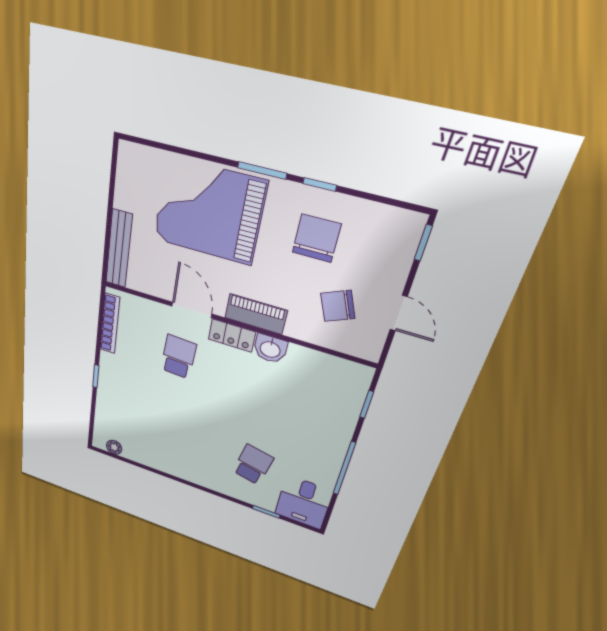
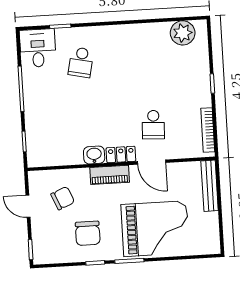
plant: (114, 447) -> (183, 33), width x1.88, depth x1.88

